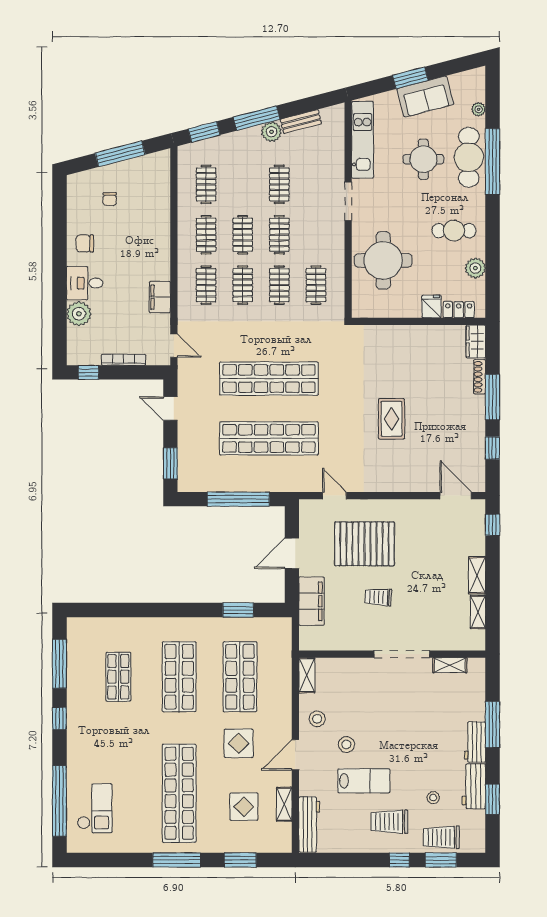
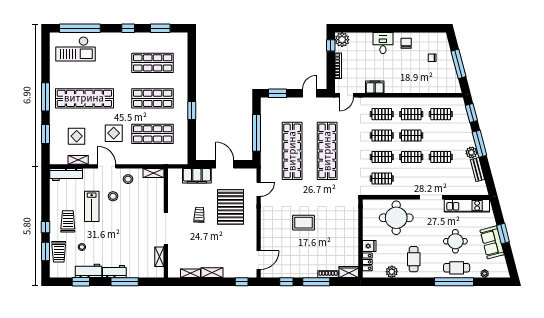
cafe table: (469, 157) -> (457, 268), width x0.73, depth x0.74
plant: (79, 314) -> (342, 40), moved
window: (238, 610) -> (192, 110), moved
window: (59, 664) -> (160, 28), width x0.69
shop shelf: (118, 677) -> (153, 63), width x1.43, depth x1.36
checkout: (95, 808) -> (76, 49), width x1.36, depth x1.21
trolley: (441, 837) -> (59, 252), turned 180

